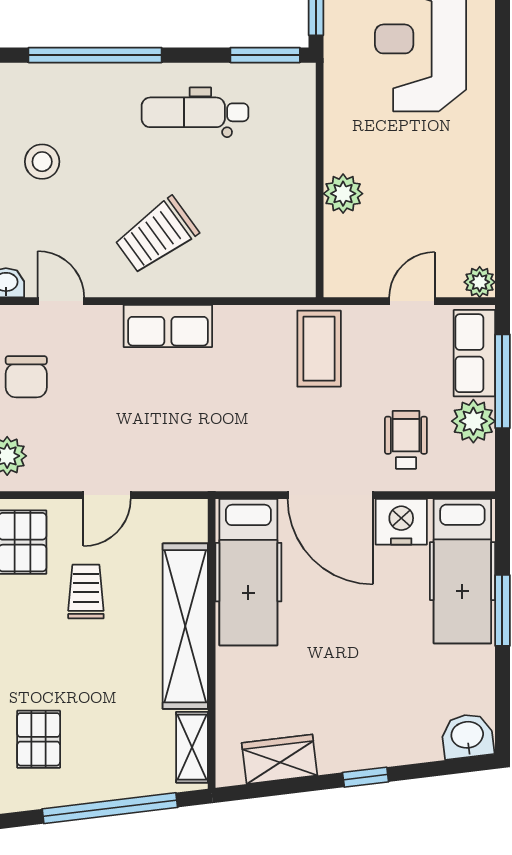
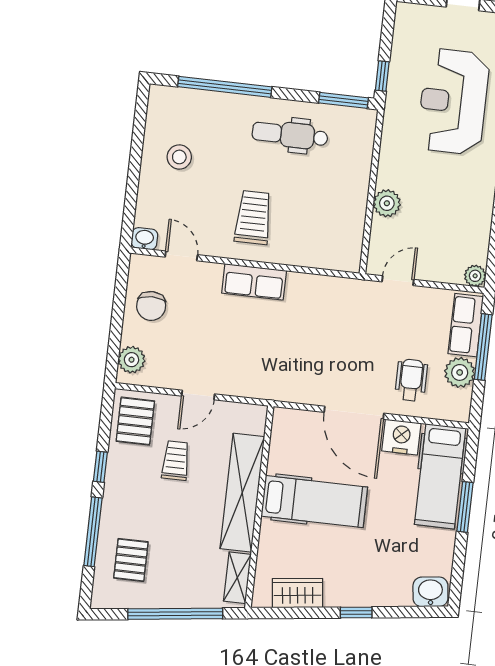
trolley: (156, 235) -> (253, 218), turned 126
door: (412, 301) -> (398, 281), moved
coffee table: (319, 349) -> (358, 310), removed
hospital bed: (248, 572) -> (314, 502), moved, turned -90

